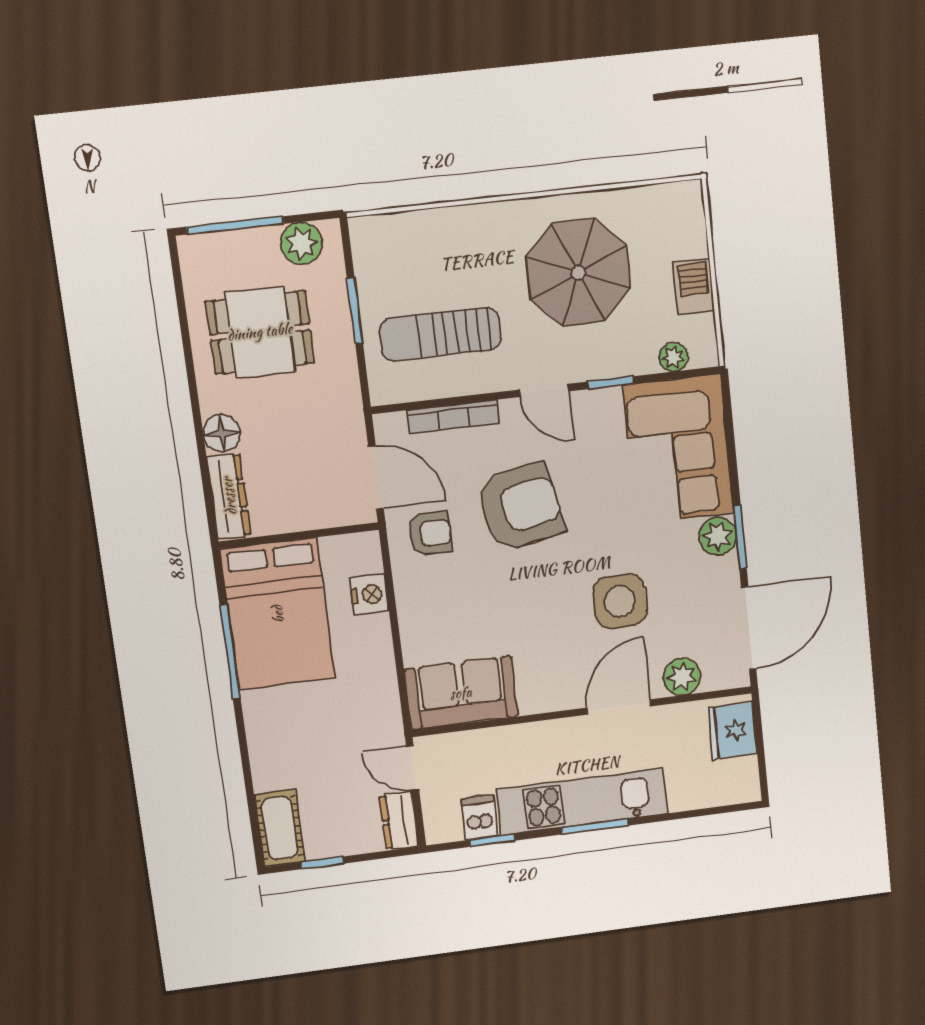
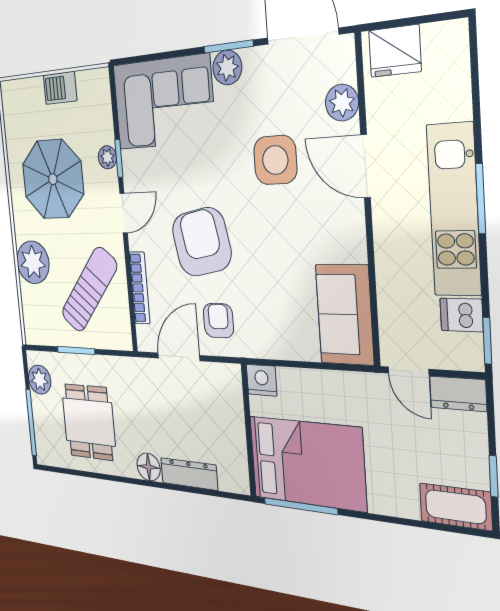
plant: (464, 234) -> (33, 262), added
sun lounger: (440, 334) -> (89, 290), turned -141
plant: (674, 357) -> (107, 157), moved
wall: (299, 536) -> (248, 431), moved
bed: (278, 614) -> (307, 463), moved
door: (413, 768) -> (408, 371), hinge flipped
window: (492, 840) -> (487, 341), moved

